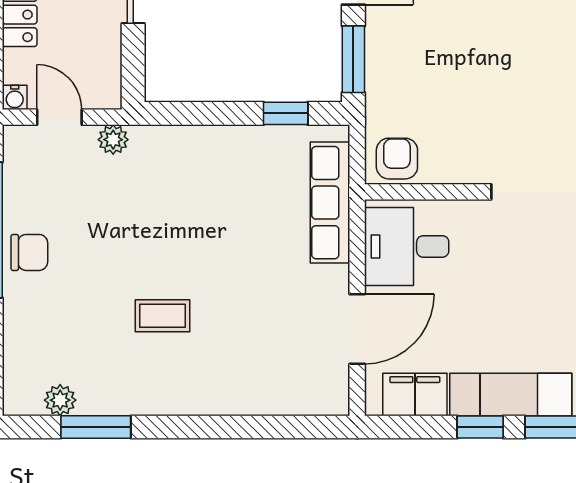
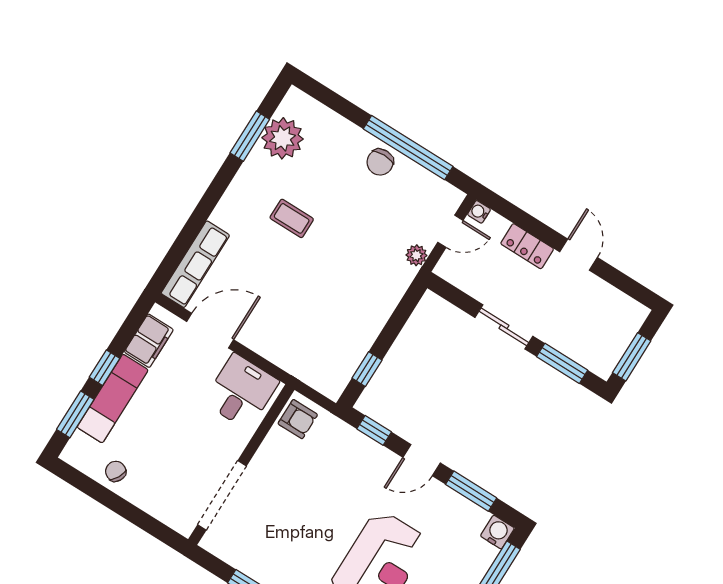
window: (353, 59) -> (374, 430), width x0.67
row of seats: (330, 203) -> (195, 264), moved, turned 90
coffee table: (162, 316) -> (292, 218), turned 90
door: (357, 329) -> (210, 331), swing flipped
plant: (60, 400) -> (283, 138), width x1.87, depth x1.87

